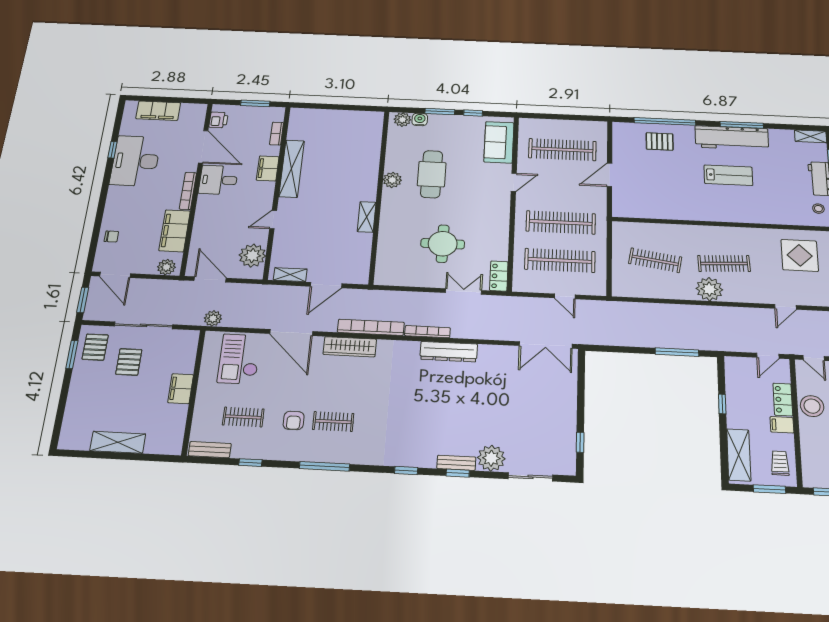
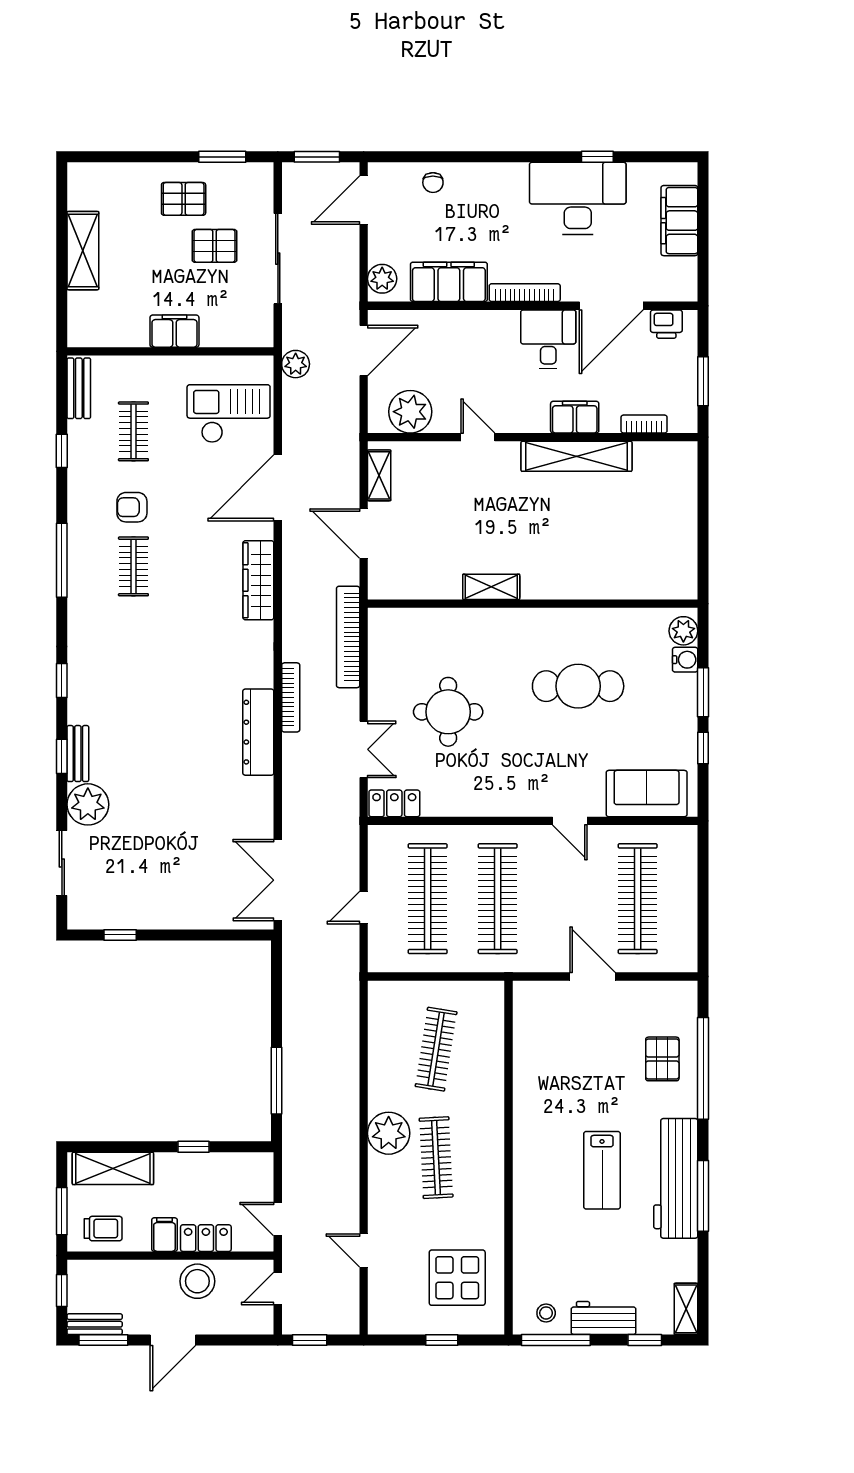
plant: (392, 180) -> (564, 623), removed
bookcase: (371, 327) -> (348, 637), moved, turned 180
pallet: (95, 347) -> (184, 199), moved

